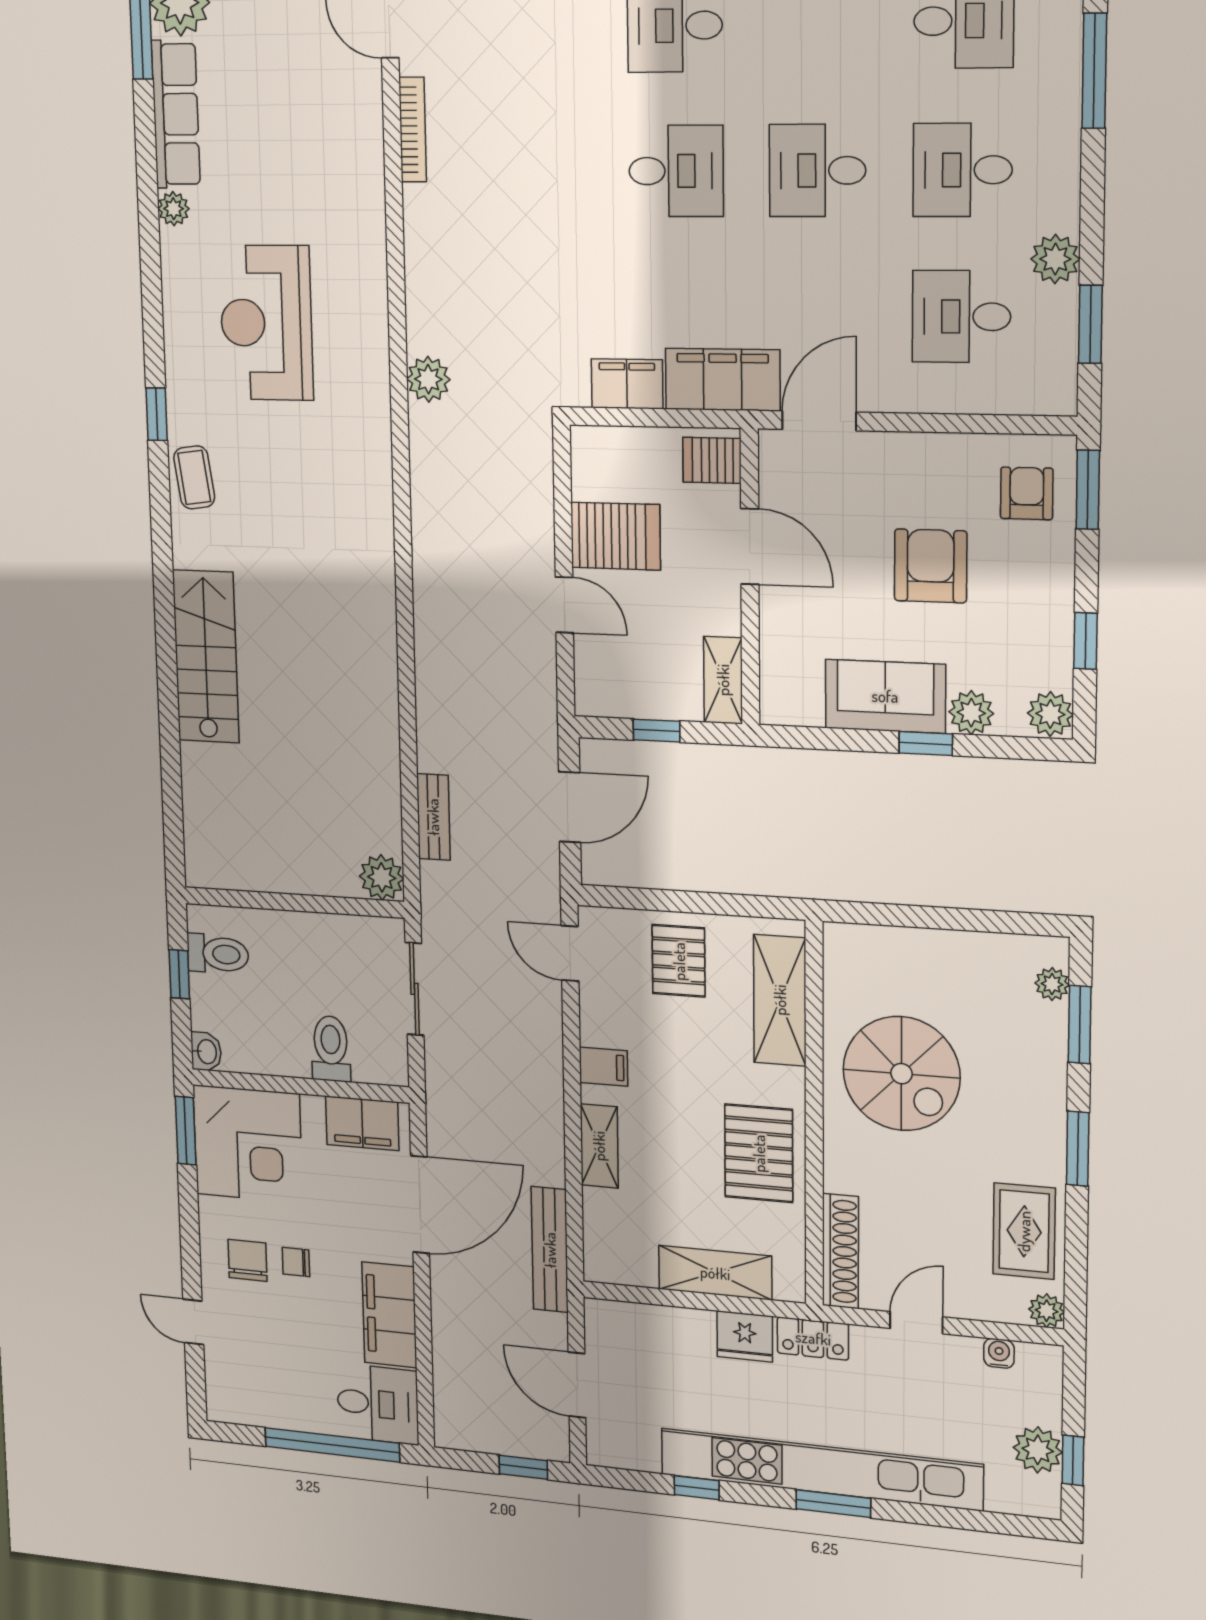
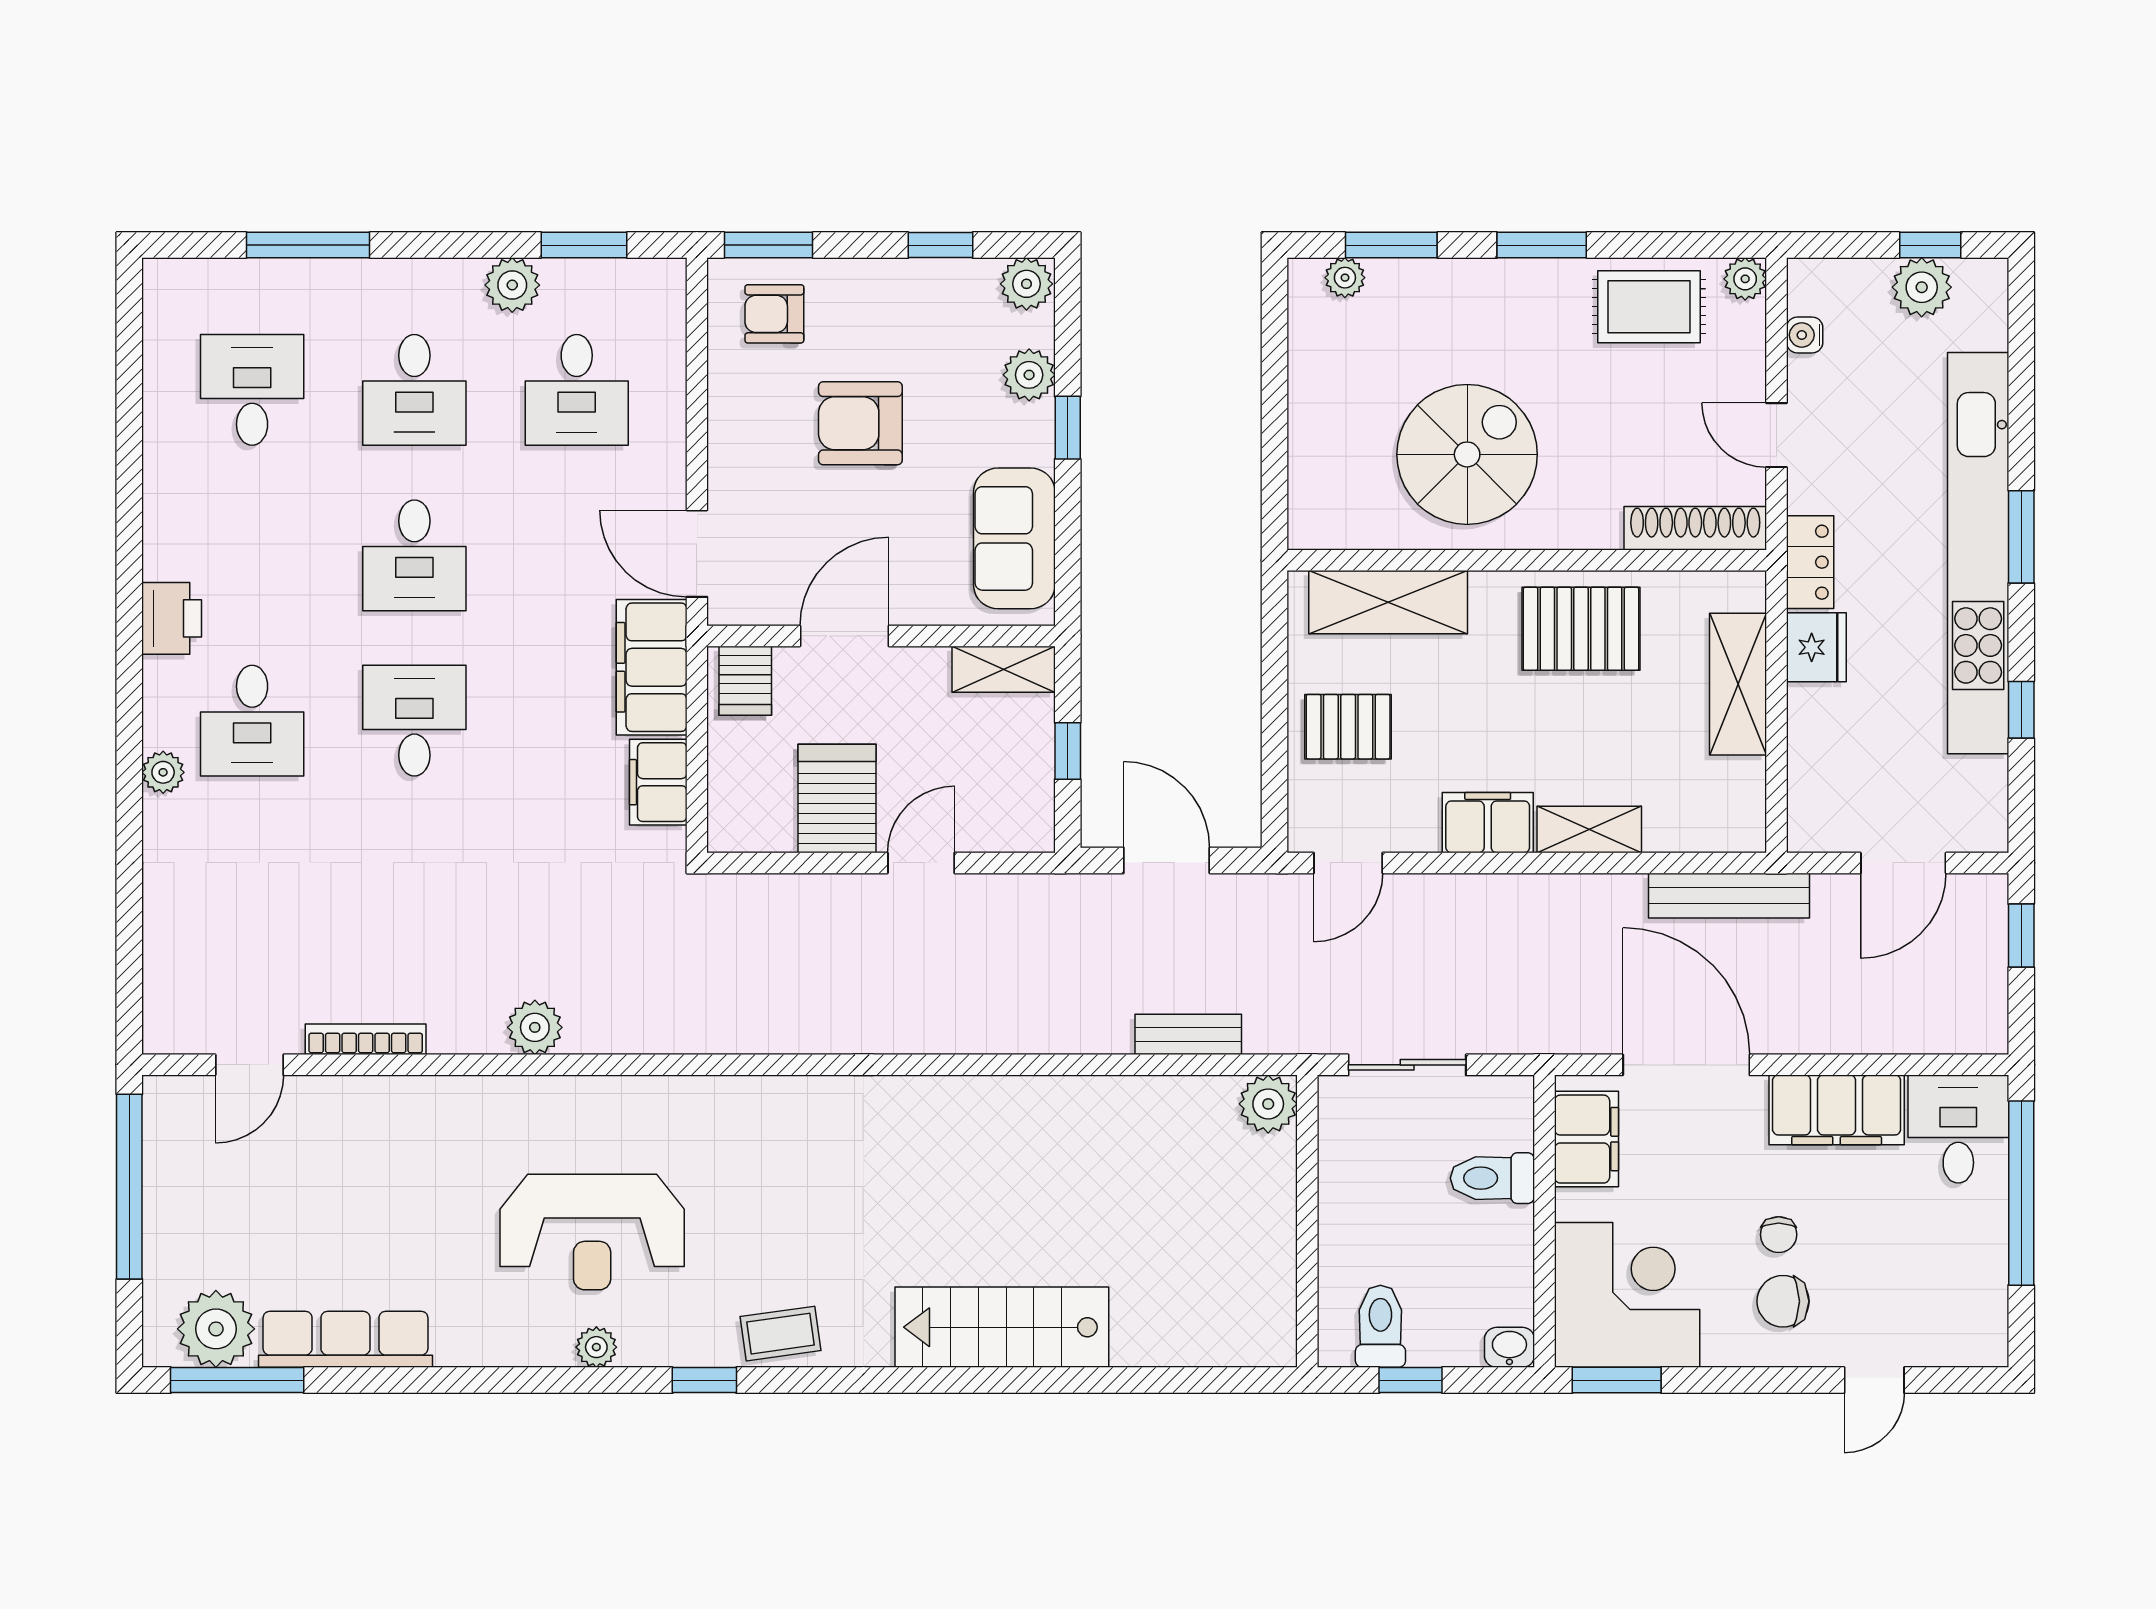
plant: (174, 209) -> (596, 1347), moved
plant: (428, 379) -> (535, 1027), moved
sofa: (885, 696) -> (1014, 538), moved
filing cabinet: (603, 1067) -> (1488, 823), width x2.00

